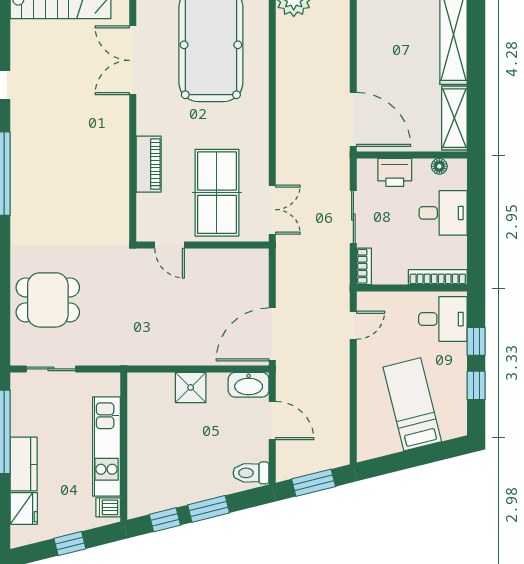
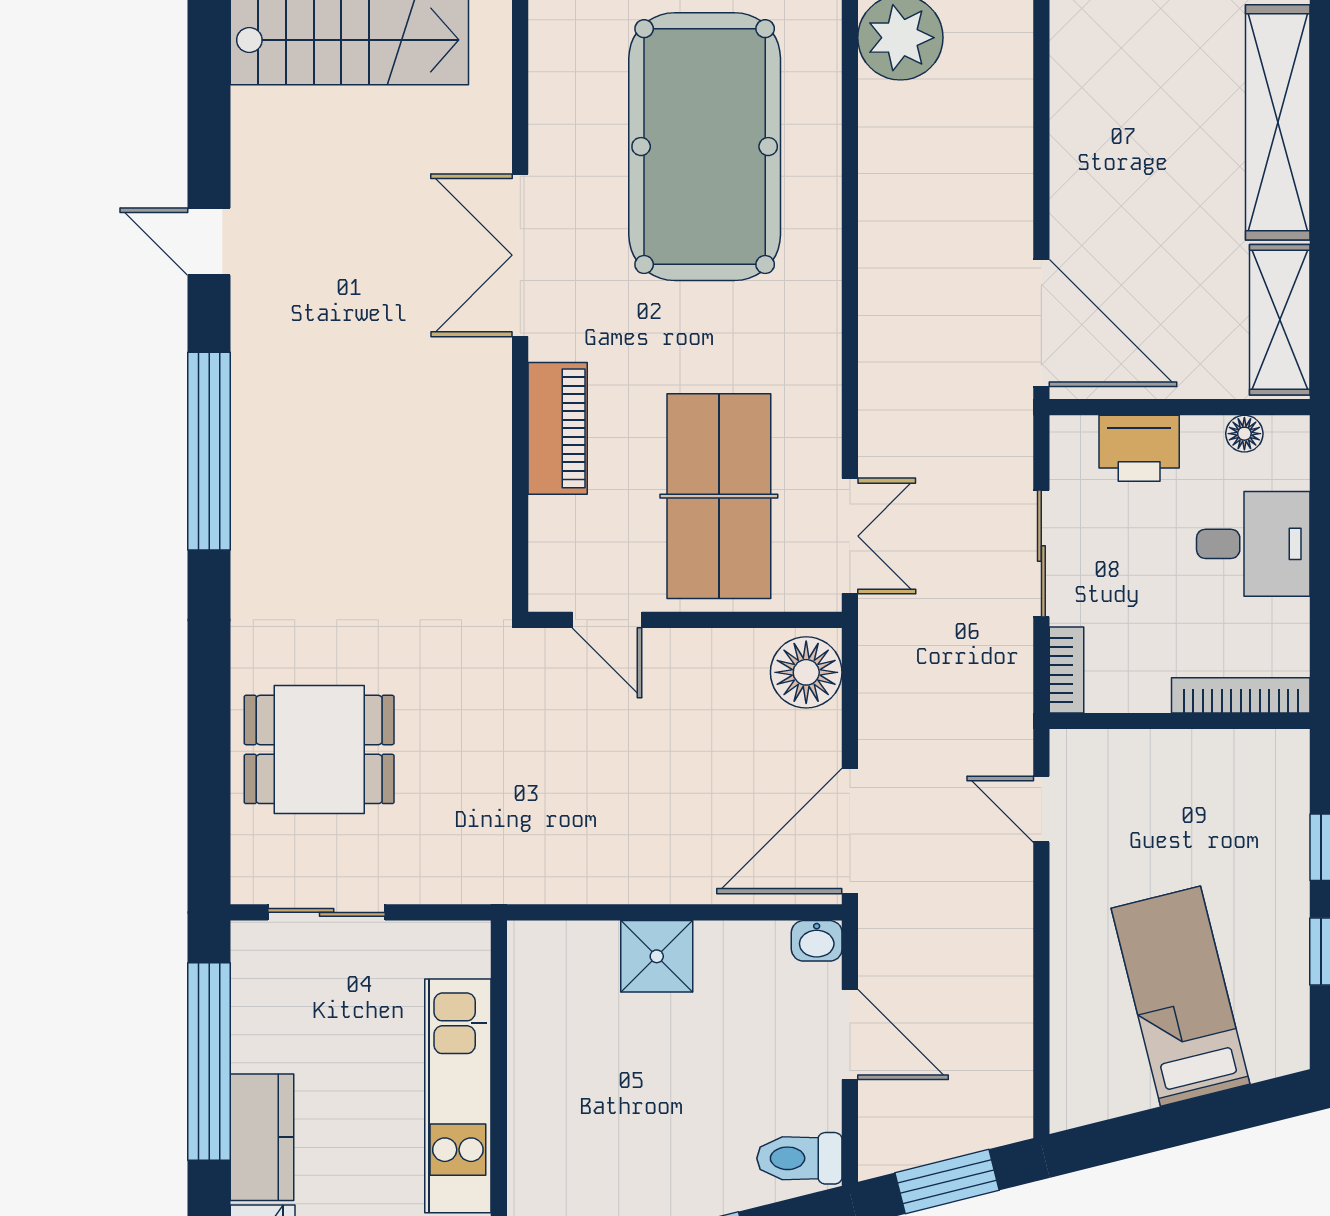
double door: (133, 60) -> (520, 255), moved
floor lamp: (254, 267) -> (806, 672), added
desk: (443, 319) -> (1253, 795), removed
door: (353, 325) -> (1041, 809), swing flipped
washbasin: (249, 385) -> (817, 941), width x0.52, depth x0.69

